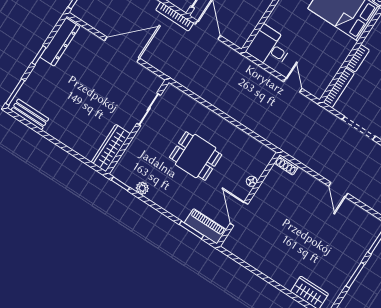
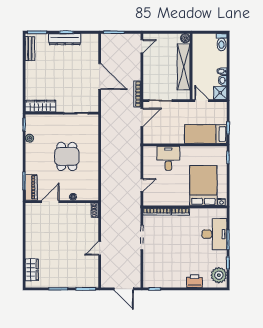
dresser: (60, 42) -> (65, 39), moved
desk: (269, 47) -> (168, 158), moved

